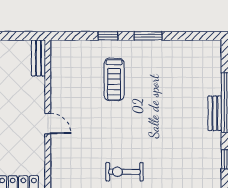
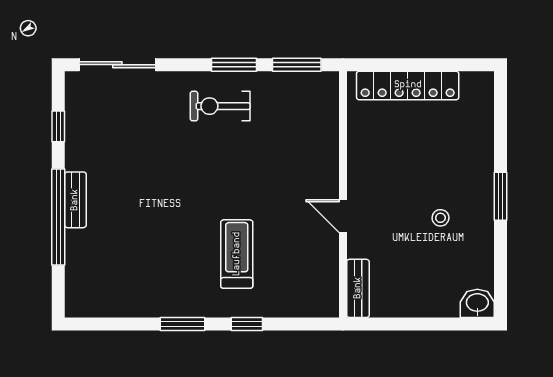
door: (48, 124) -> (343, 216), moved
exercise bike: (124, 172) -> (220, 106), turned 180

